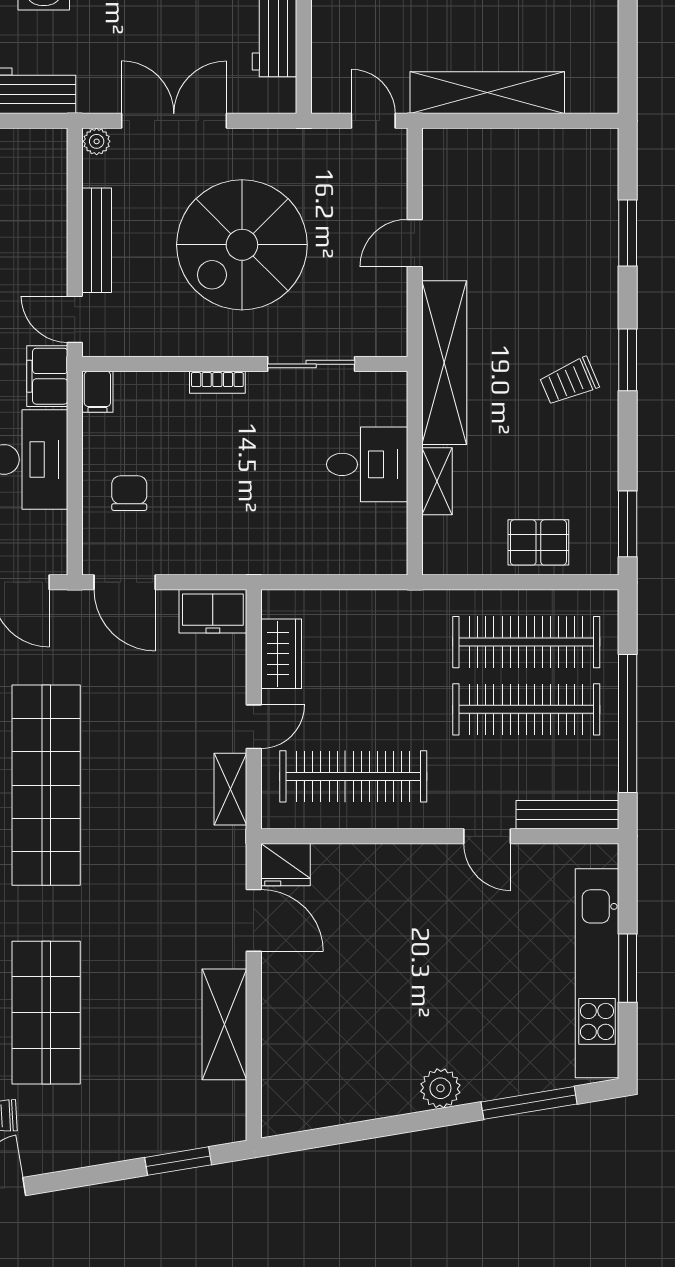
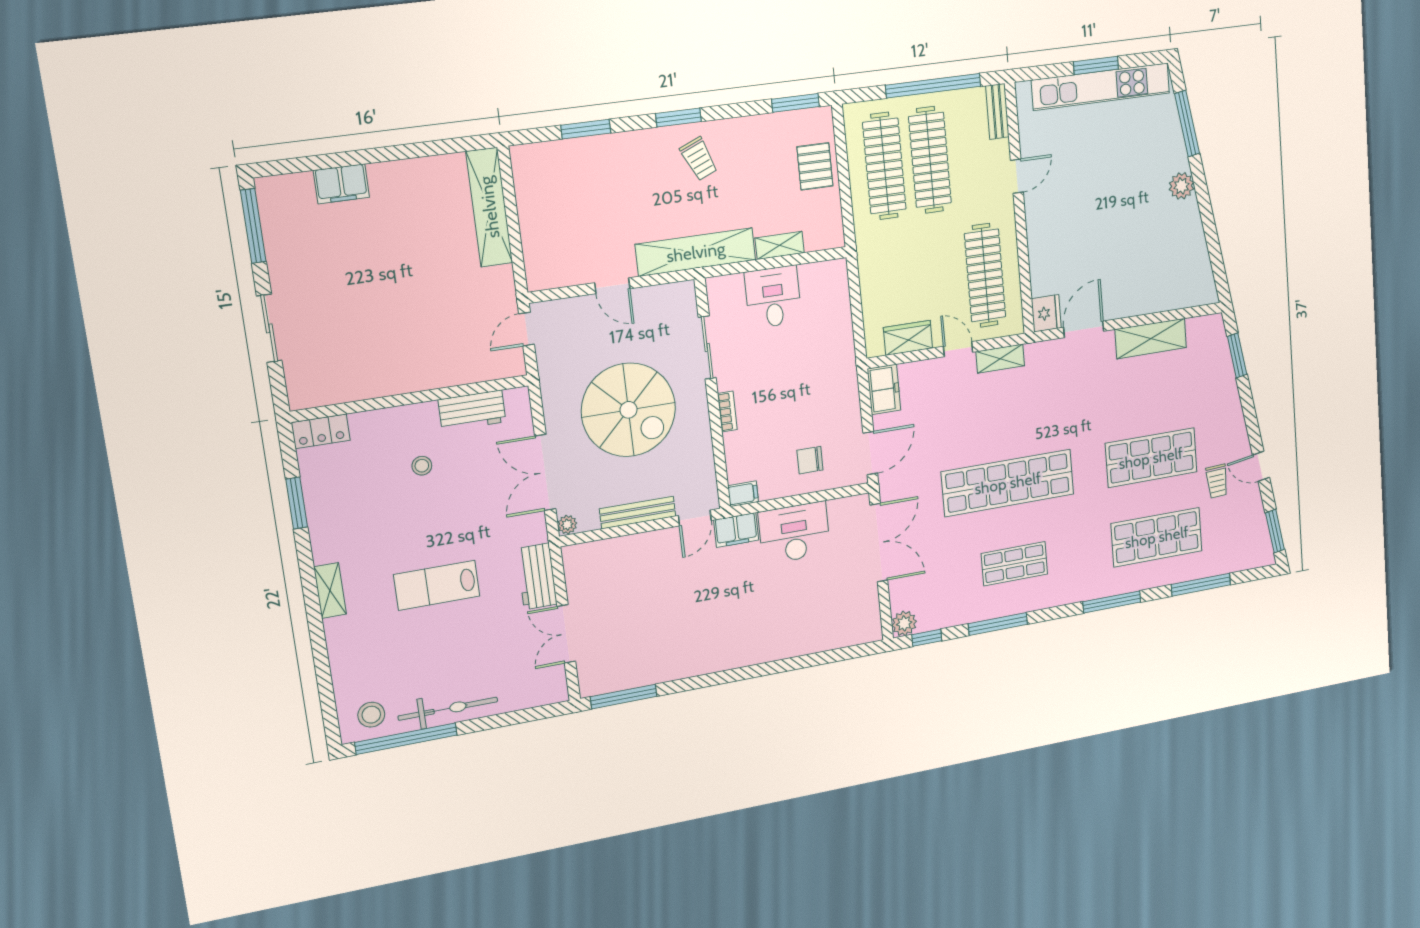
shelving: (487, 93) -> (489, 207), moved
bench: (567, 815) -> (997, 111), width x0.73

